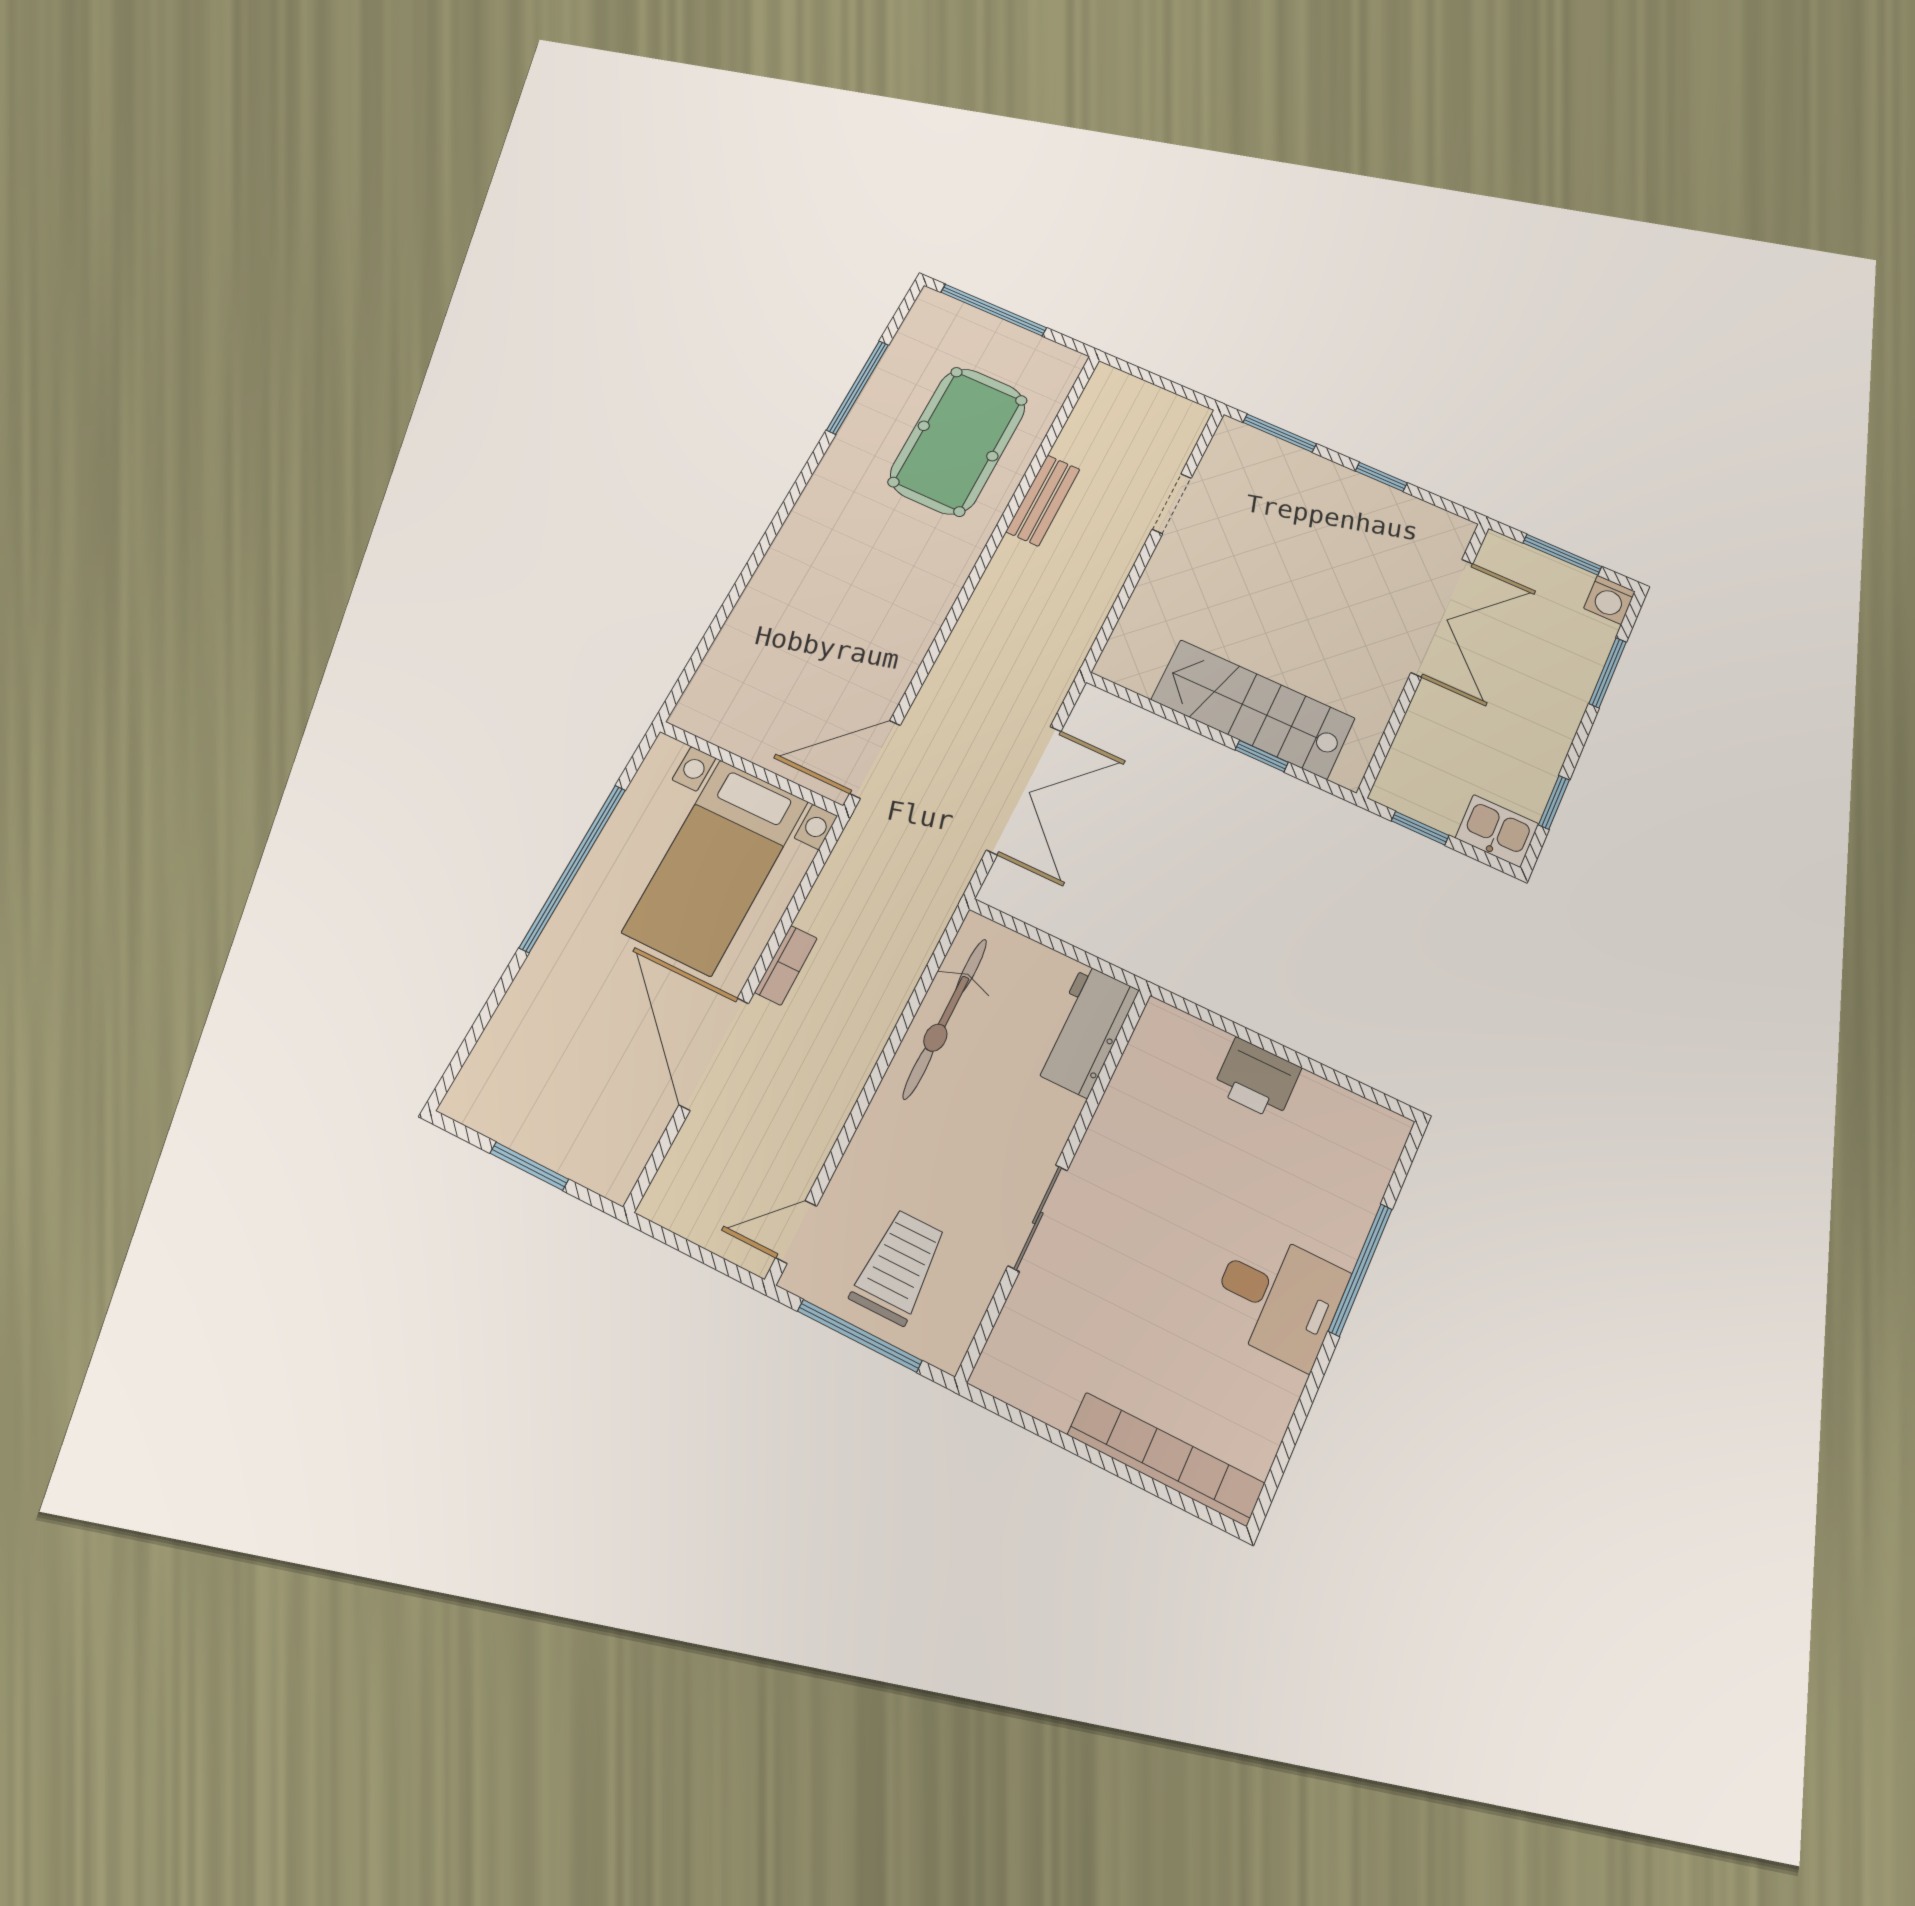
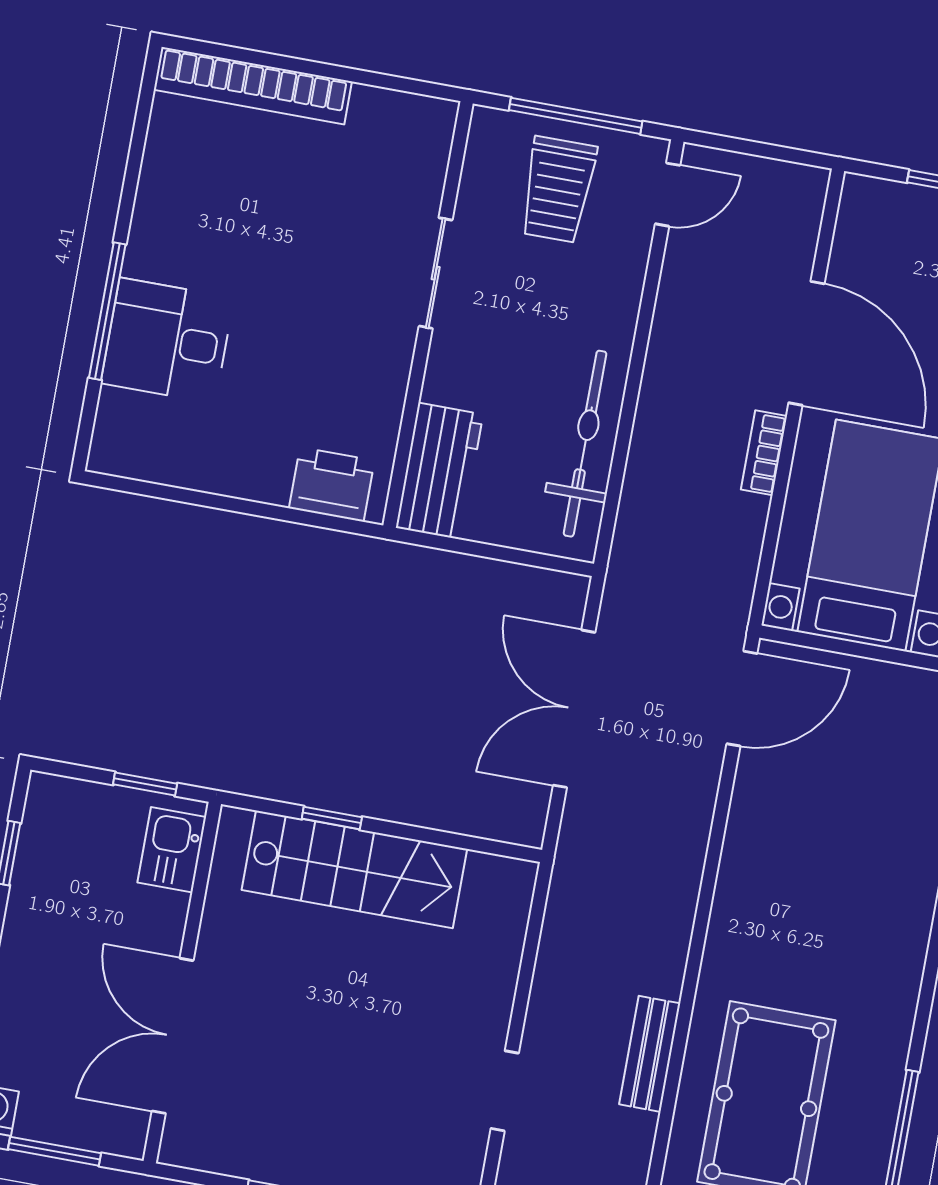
kitchen sink: (1497, 831) -> (172, 850), moved, turned 90
printer: (1257, 1079) -> (332, 484), moved
desk: (1278, 1298) -> (167, 341), moved

